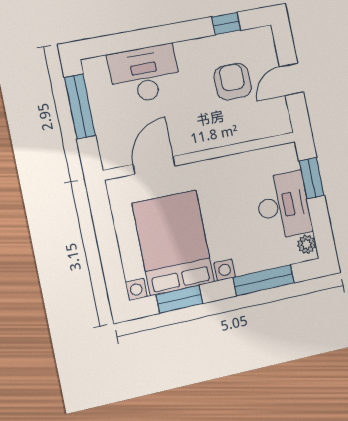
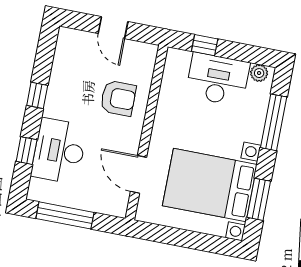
window: (226, 24) -> (37, 95), moved
window: (131, 41) -> (27, 151), added
armchair: (233, 82) -> (118, 98), moved, turned 180
window: (312, 178) -> (205, 45), width x0.67

